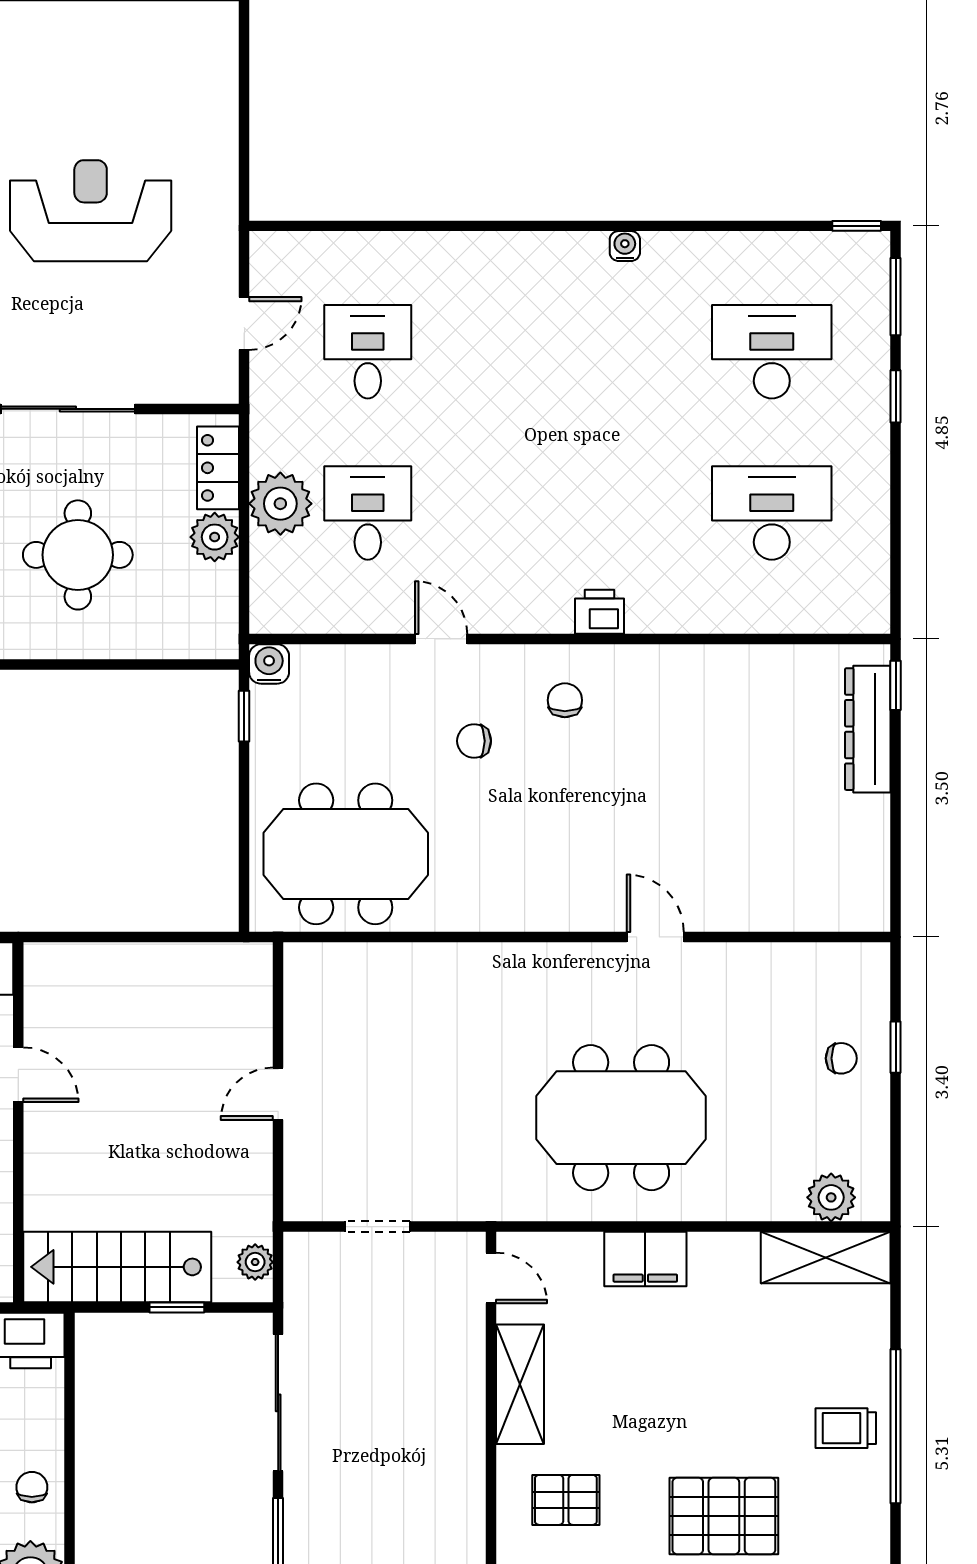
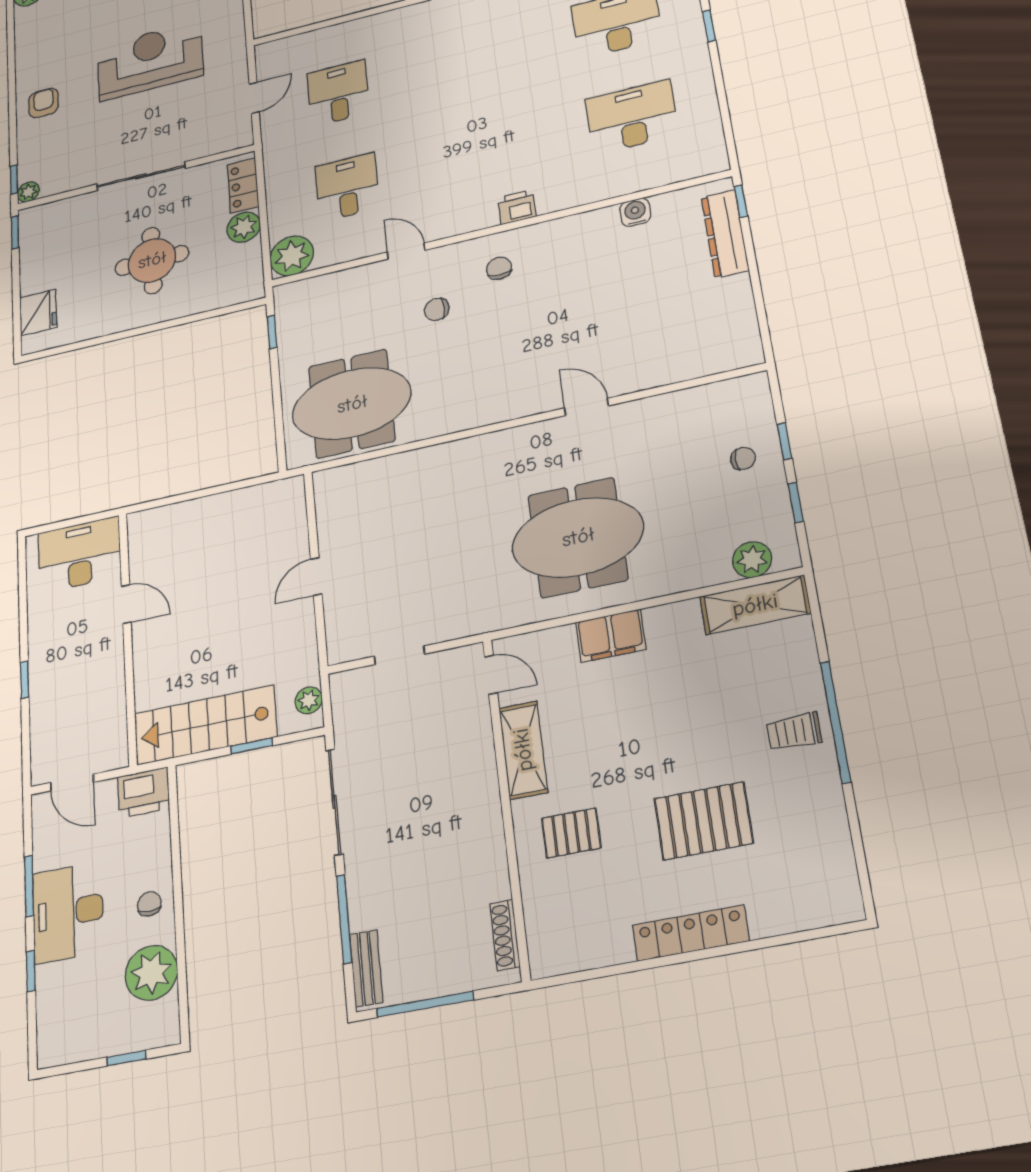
plant: (280, 504) -> (292, 256), moved
water cooler: (269, 664) -> (635, 212), moved
window: (896, 1134) -> (796, 503), added

